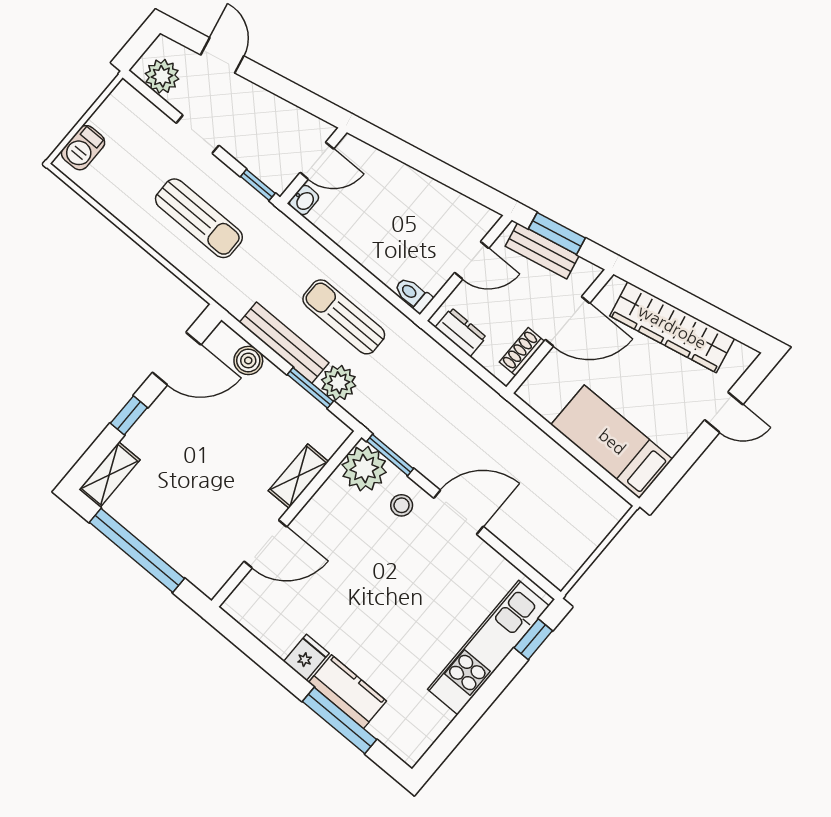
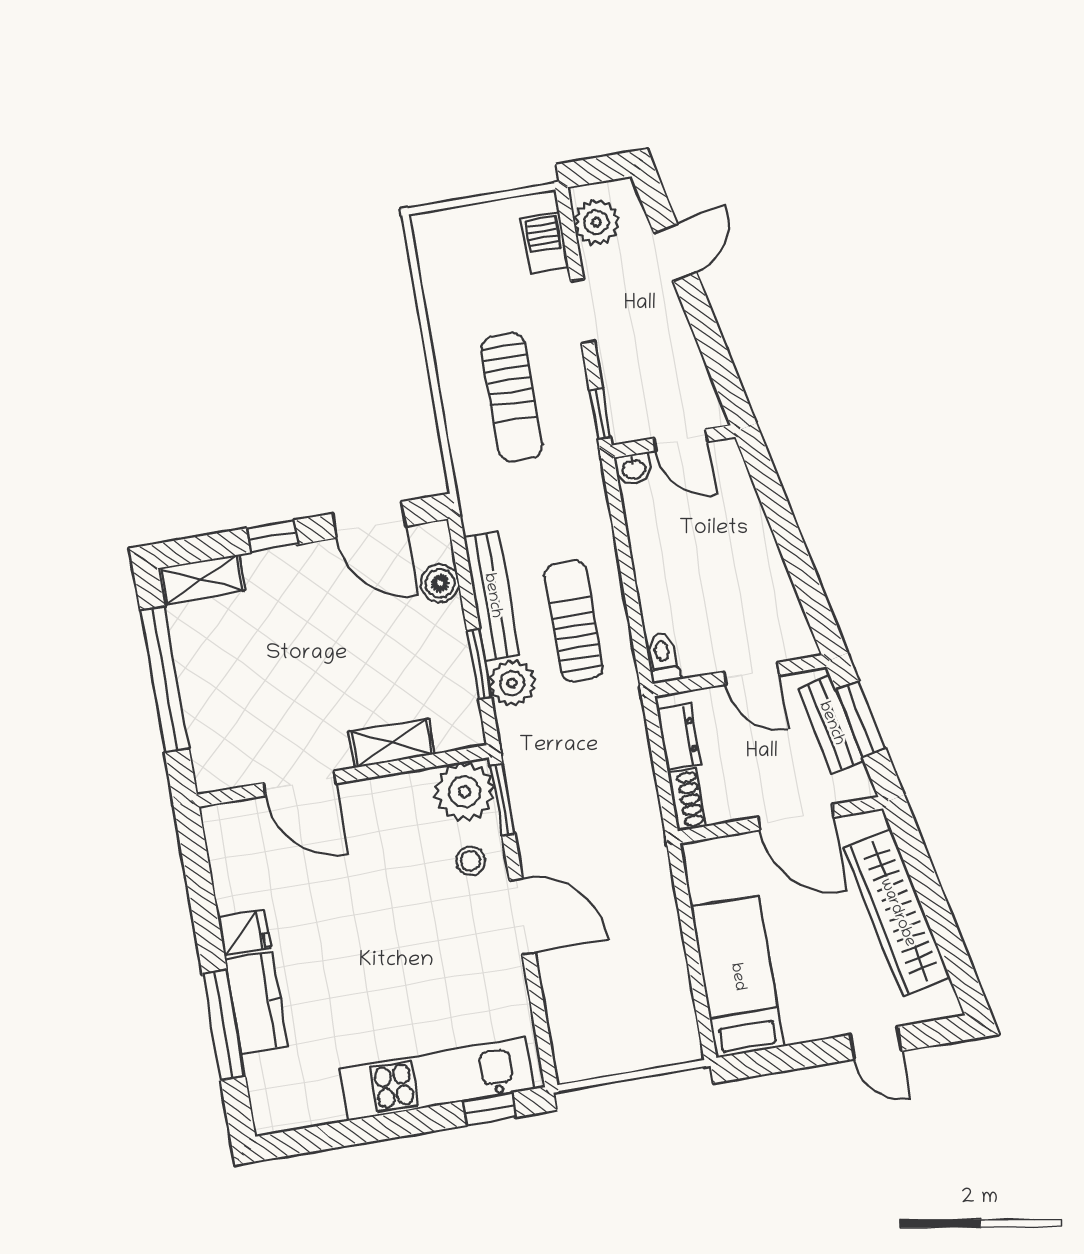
barbecue: (83, 148) -> (544, 243), moved, turned 90
shoe rack: (522, 352) -> (687, 800), moved, turned 90

